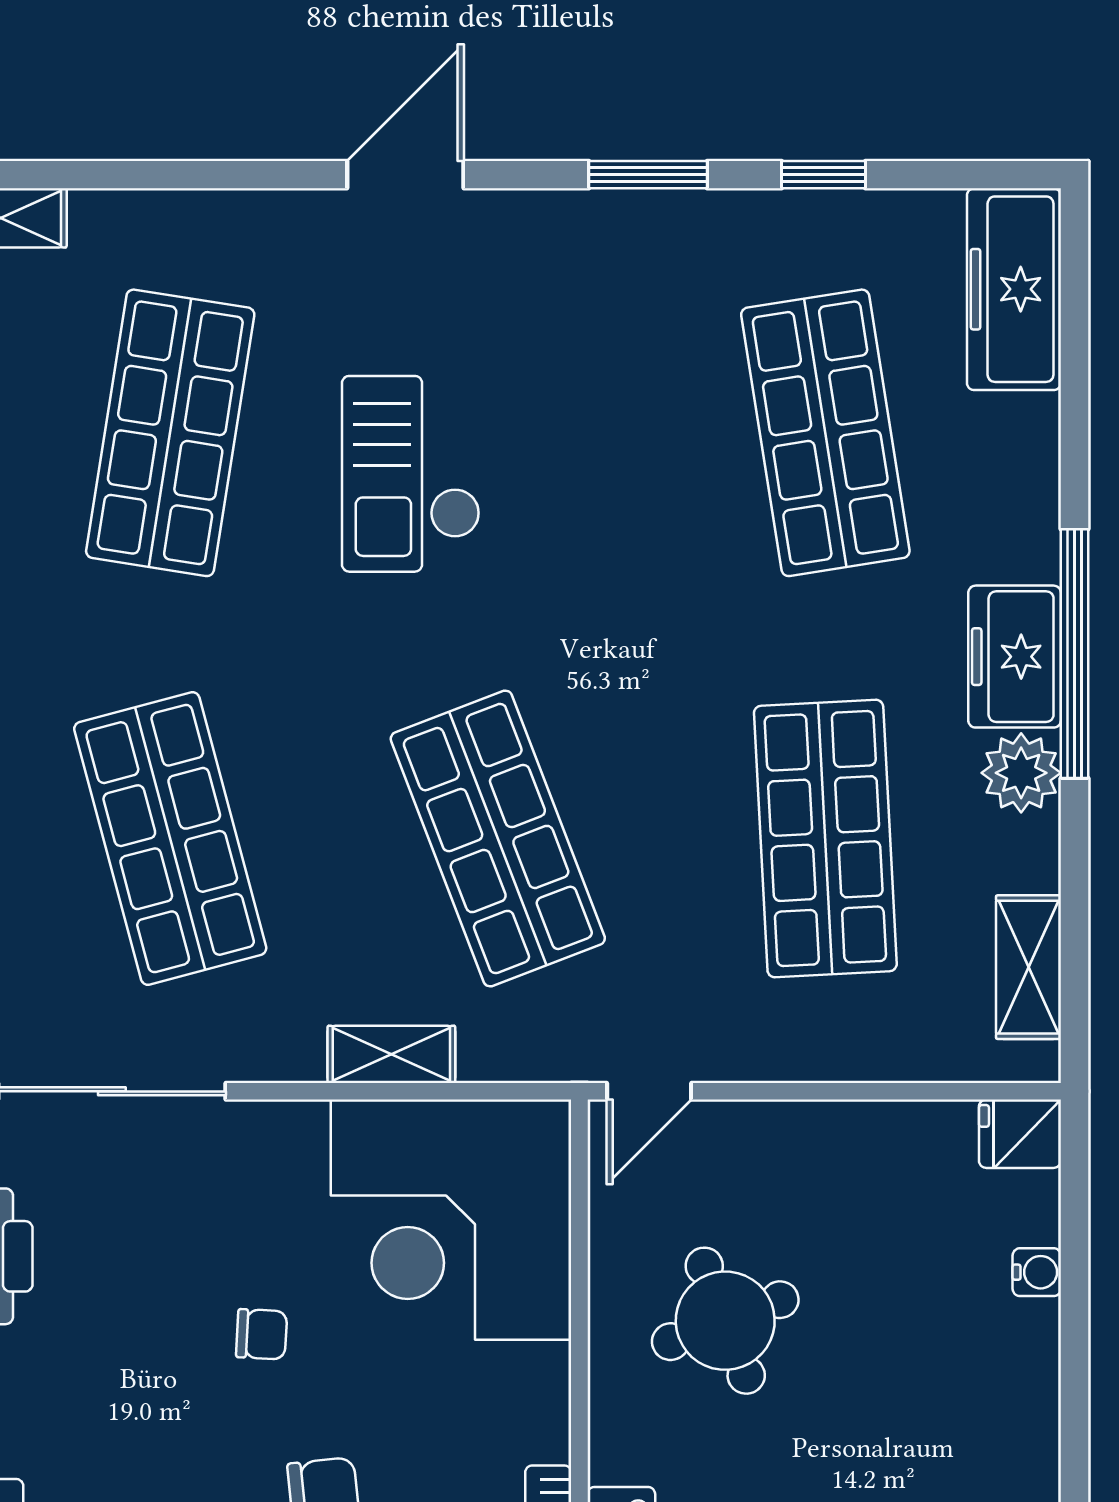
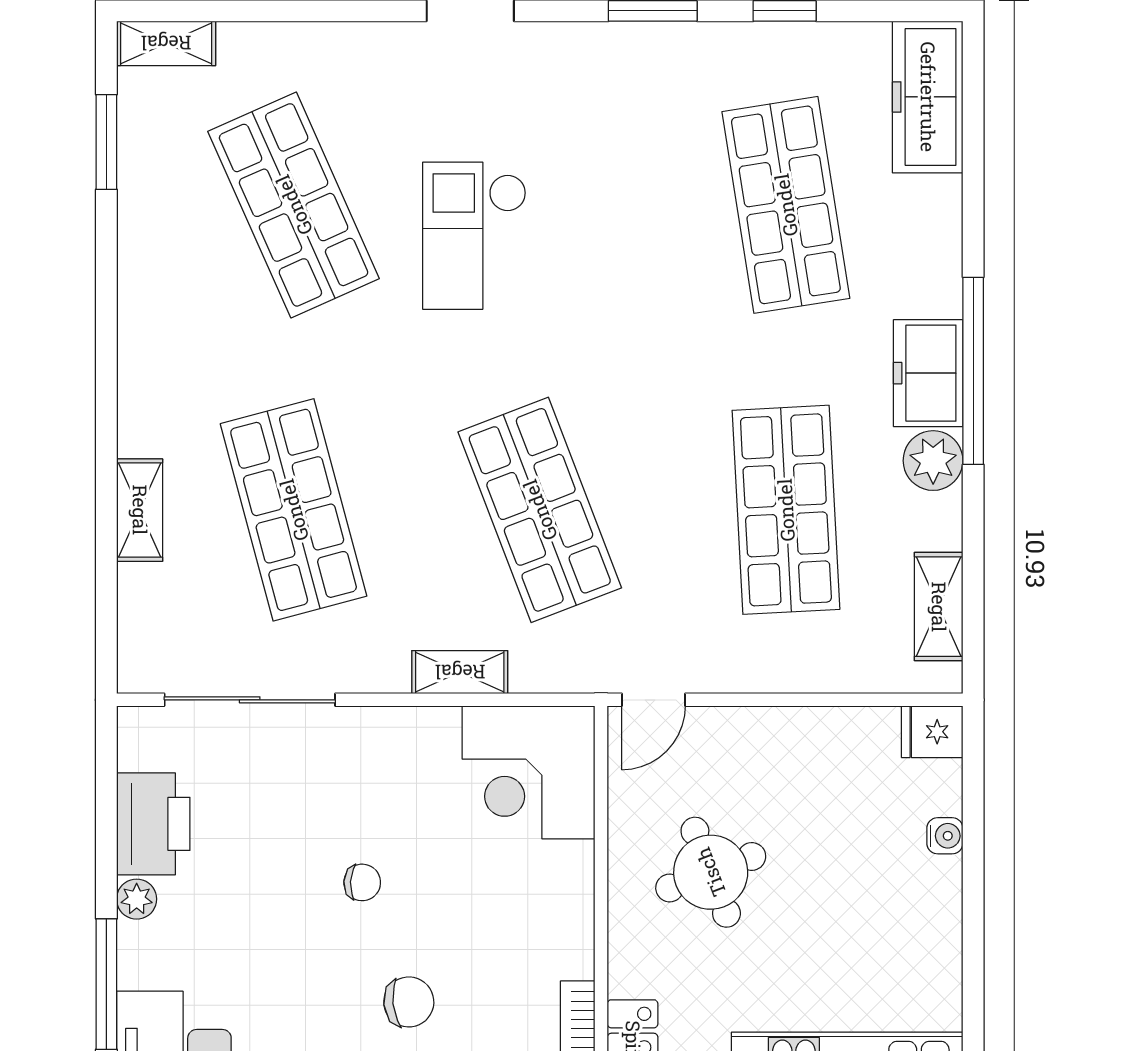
shop shelf: (170, 433) -> (294, 205), turned -33
corner desk: (451, 1220) -> (529, 772), width x0.74, depth x0.74

